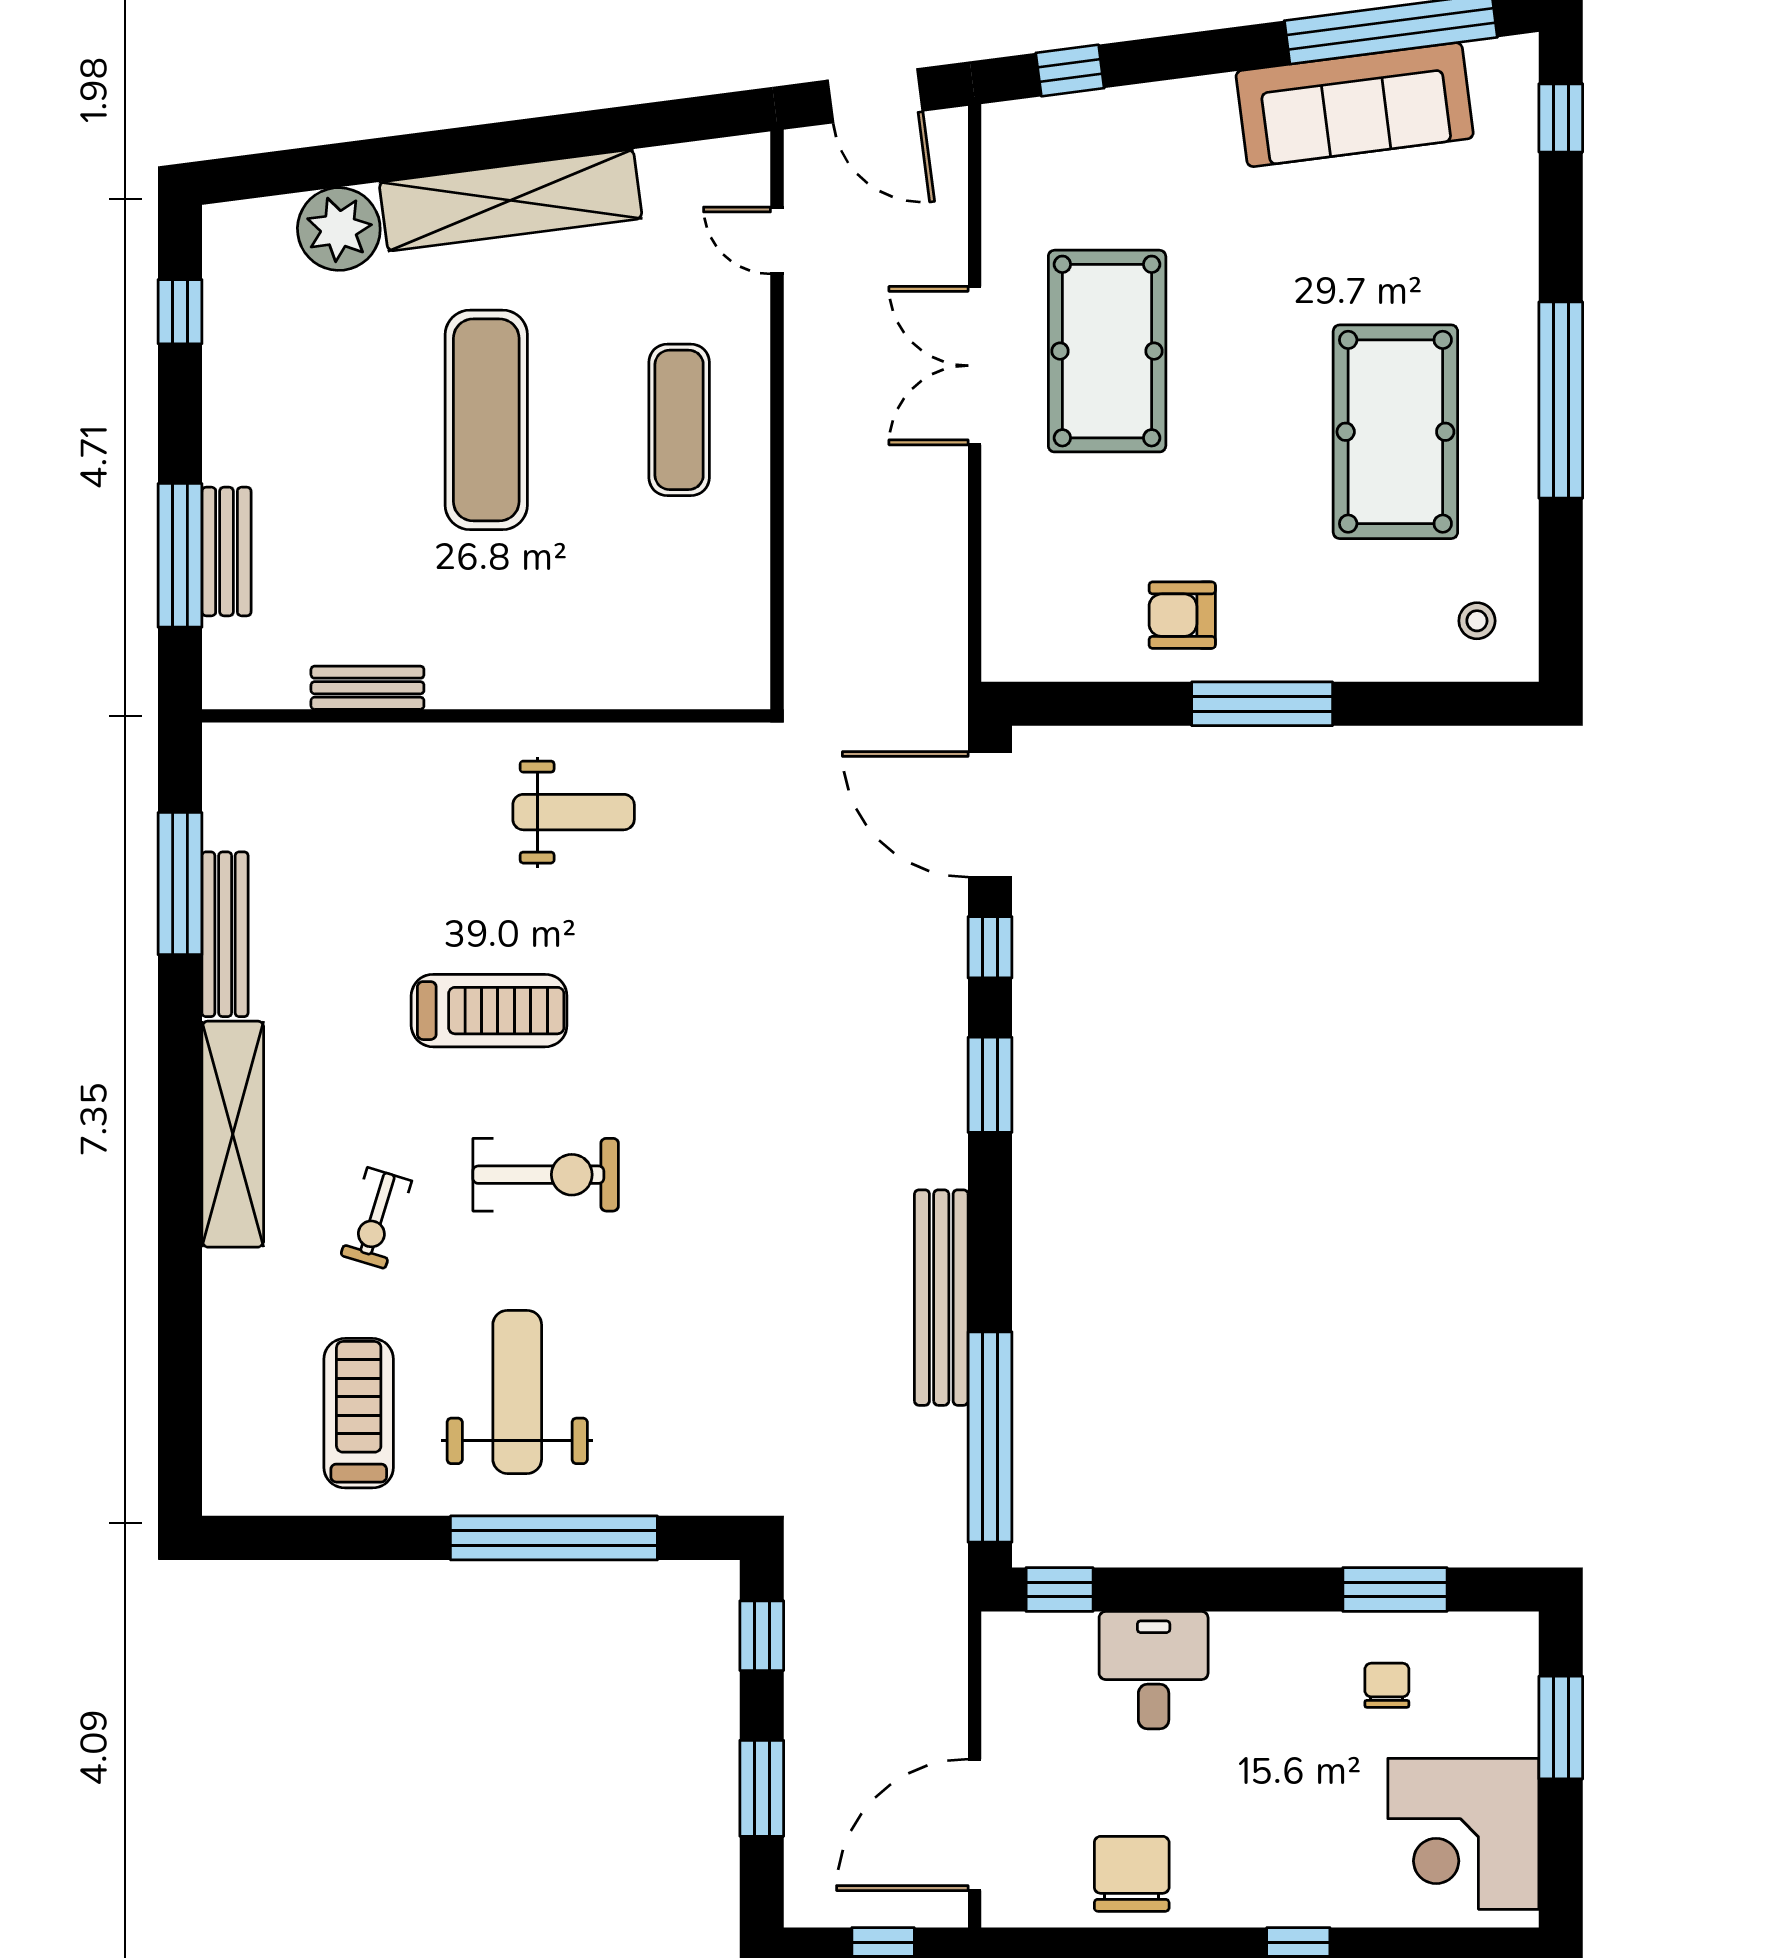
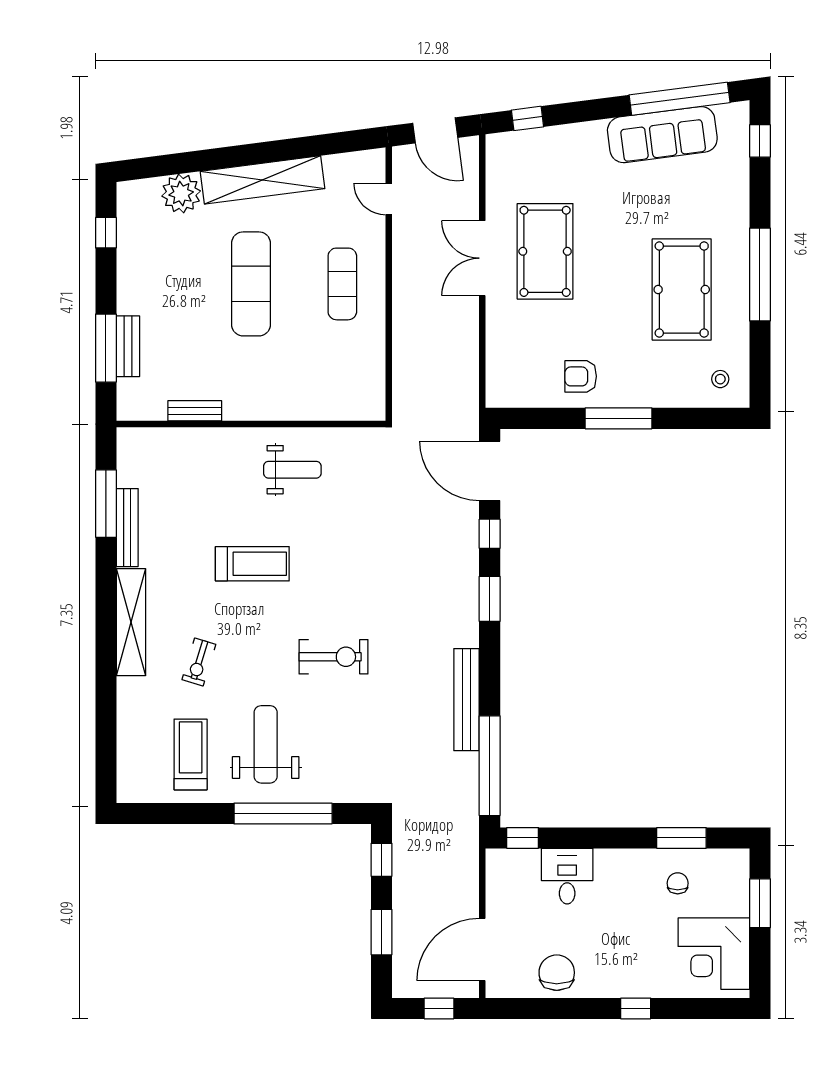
exercise bike: (546, 1175) -> (334, 657), moved

